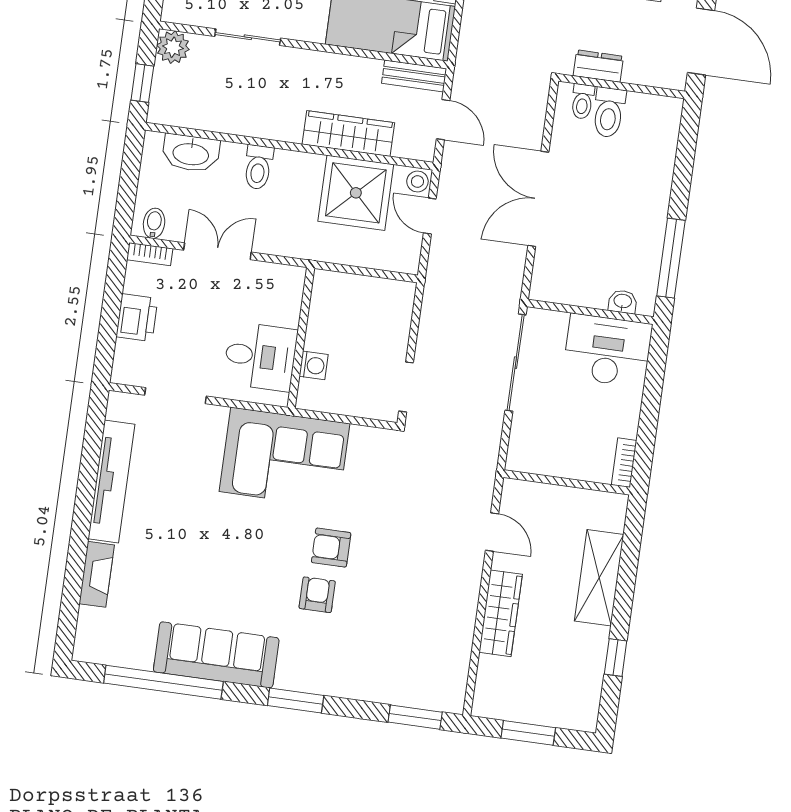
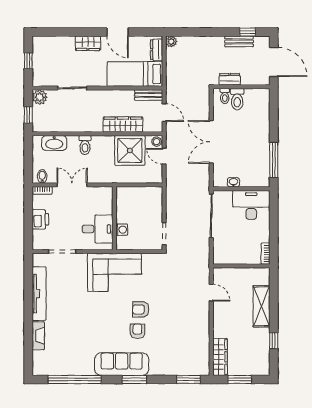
washbasin: (623, 302) -> (233, 182), moved
wardrobe: (501, 613) -> (220, 357), moved
sofa: (216, 655) -> (122, 364), moved

